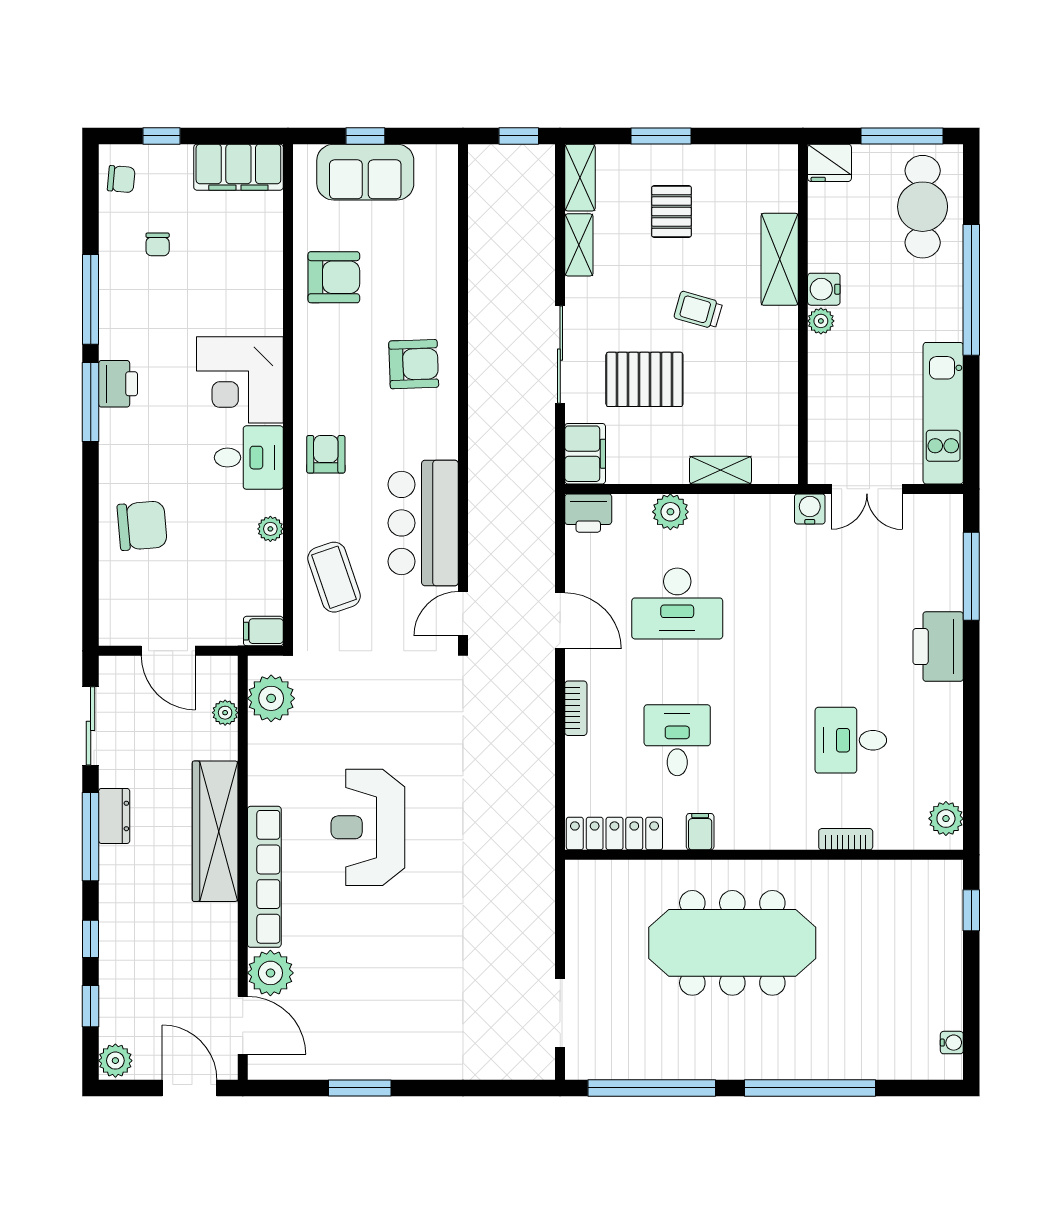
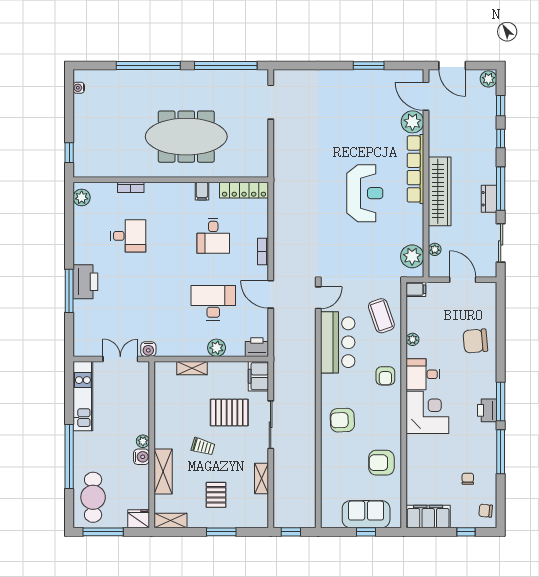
shelving: (580, 178) -> (170, 520), moved, turned 90
window: (971, 576) -> (69, 291), moved

